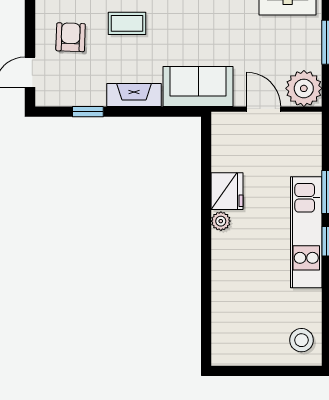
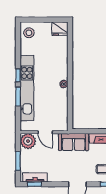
fridge: (227, 191) -> (60, 29), moved, turned -90
kitchen unit: (306, 232) -> (27, 88), width x1.36

